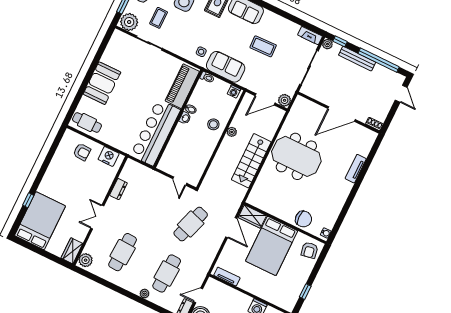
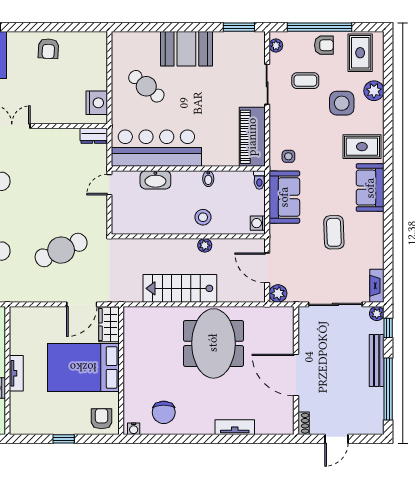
plant: (129, 22) -> (276, 46), width x0.53, depth x0.53
window: (104, 43) -> (239, 27), added
piano: (182, 86) -> (252, 137), moved, turned -90
door: (401, 94) -> (336, 439), moved
washbasin: (185, 118) -> (155, 180), moved, width x1.91, depth x1.45
cafe table: (87, 122) -> (146, 86), moved, turned -50
armchair: (82, 152) -> (48, 49), moved
door: (180, 181) -> (109, 185), moved
dresser: (118, 189) -> (94, 136), moved
chair: (303, 219) -> (164, 412), moved
cafe table: (191, 224) -> (61, 250), turned -42
armchair: (309, 250) -> (102, 419), turned 100
tv unit: (227, 277) -> (16, 373), moved
window: (305, 292) -> (64, 439), moved

